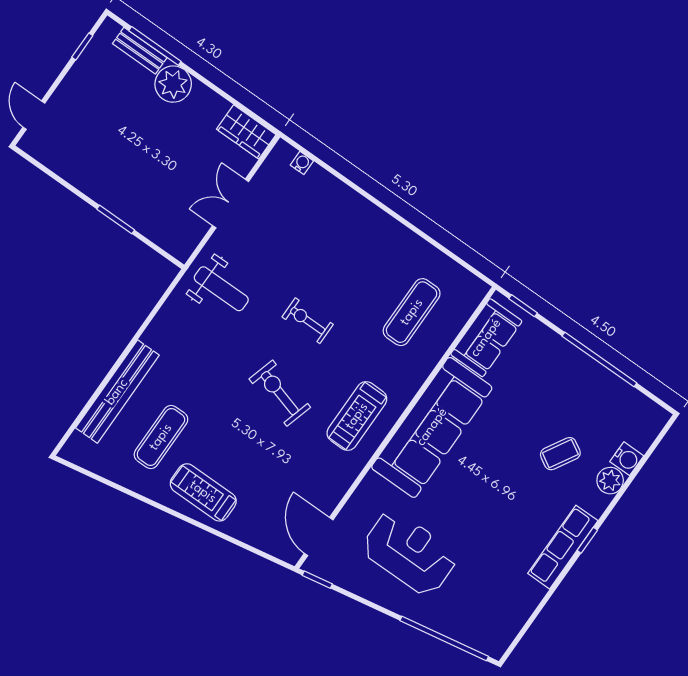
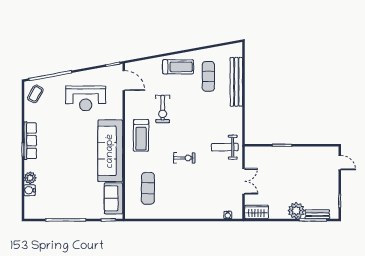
exercise bike: (280, 393) -> (163, 109), moved, turned 74
treadmill: (357, 416) -> (141, 135), turned 180
coffee table: (560, 454) -> (35, 94), moved

